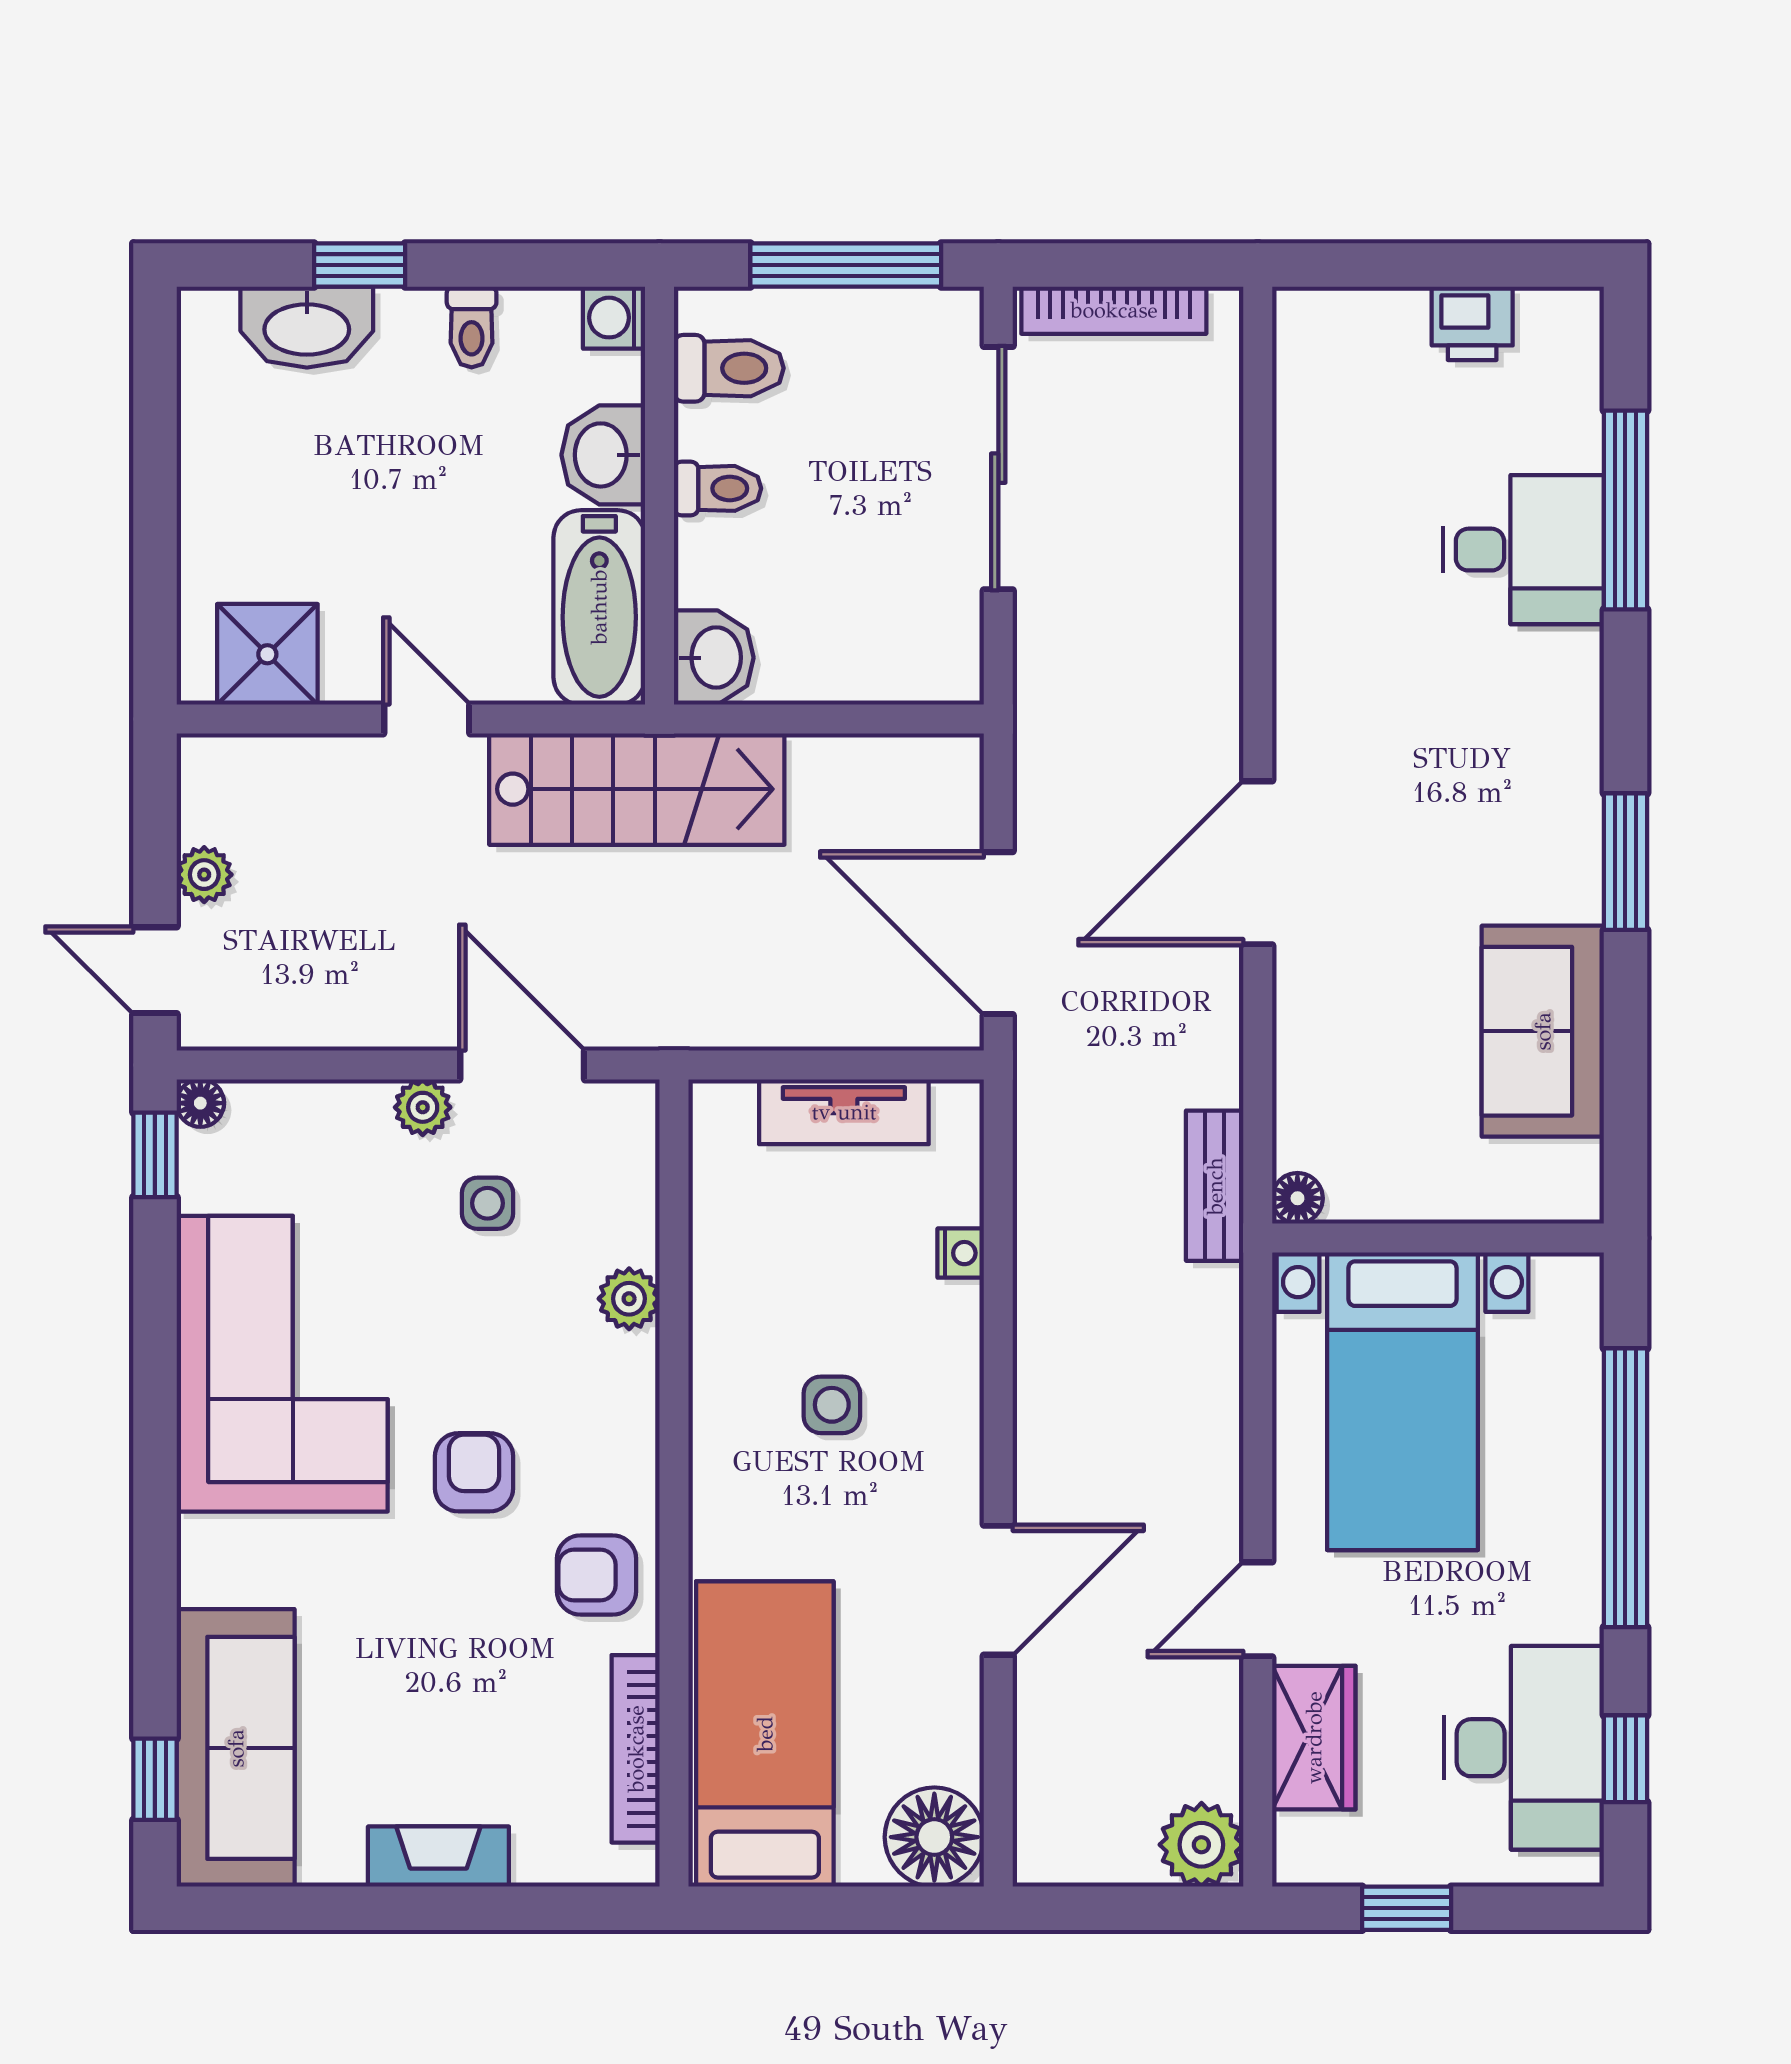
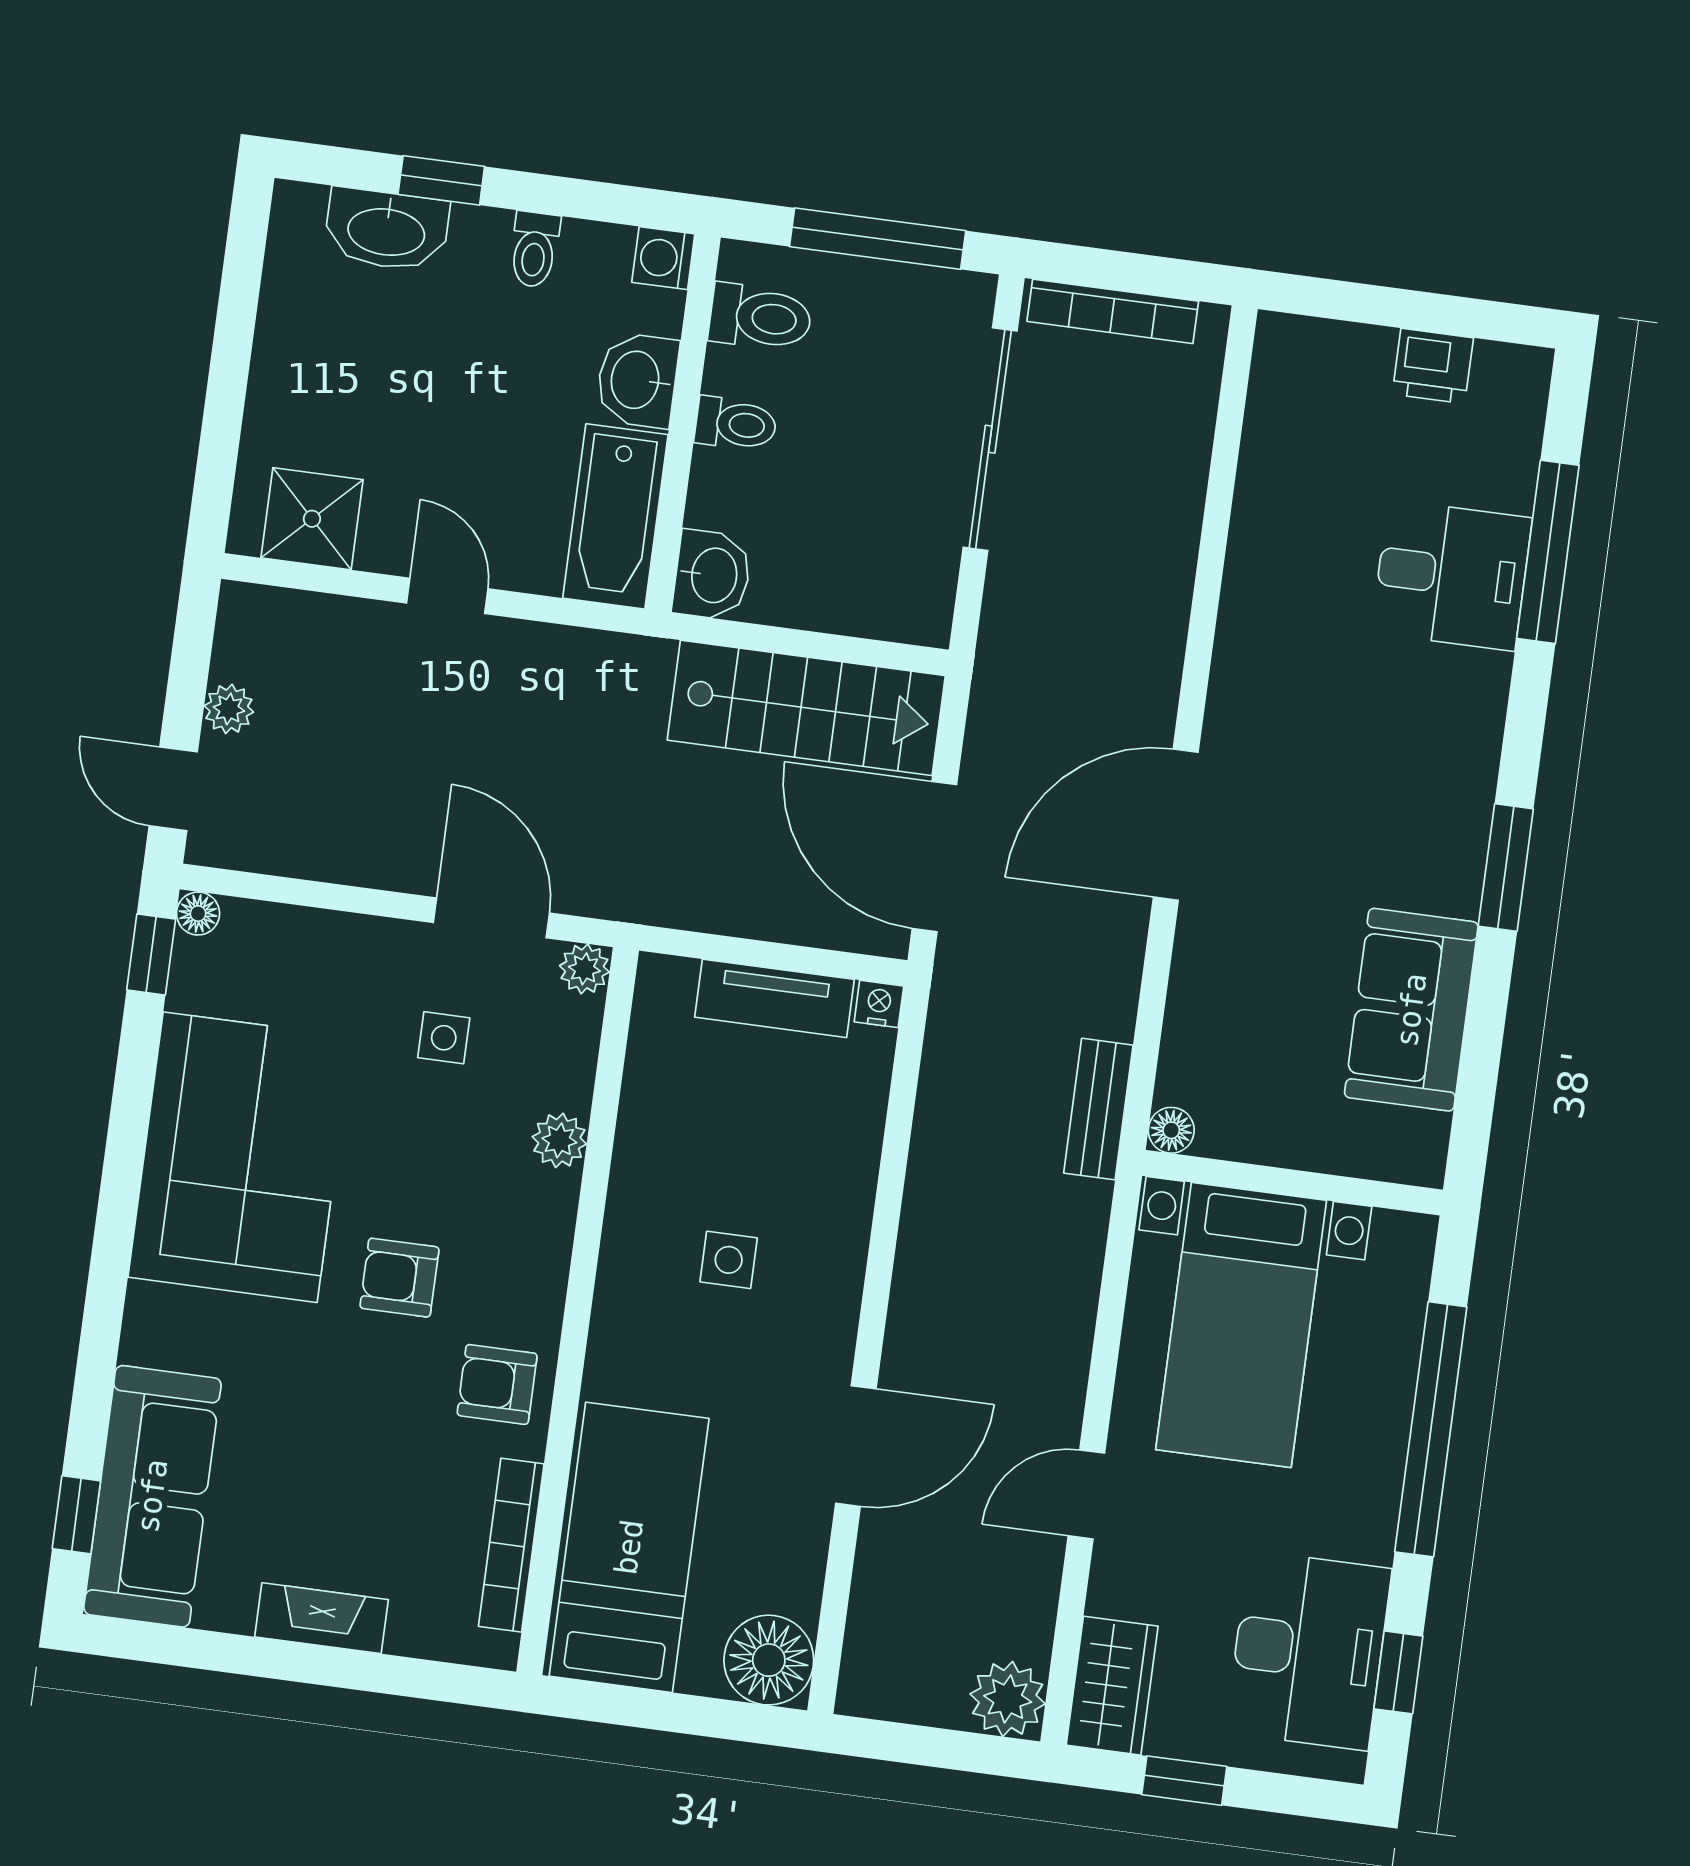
stairs: (637, 789) -> (806, 708), moved
plant: (423, 1107) -> (584, 969), moved
nightstand: (961, 1253) -> (879, 1004), moved, turned -90
armchair: (474, 1472) -> (399, 1278), turned -90
wardrobe: (1314, 1738) -> (1112, 1686), moved

